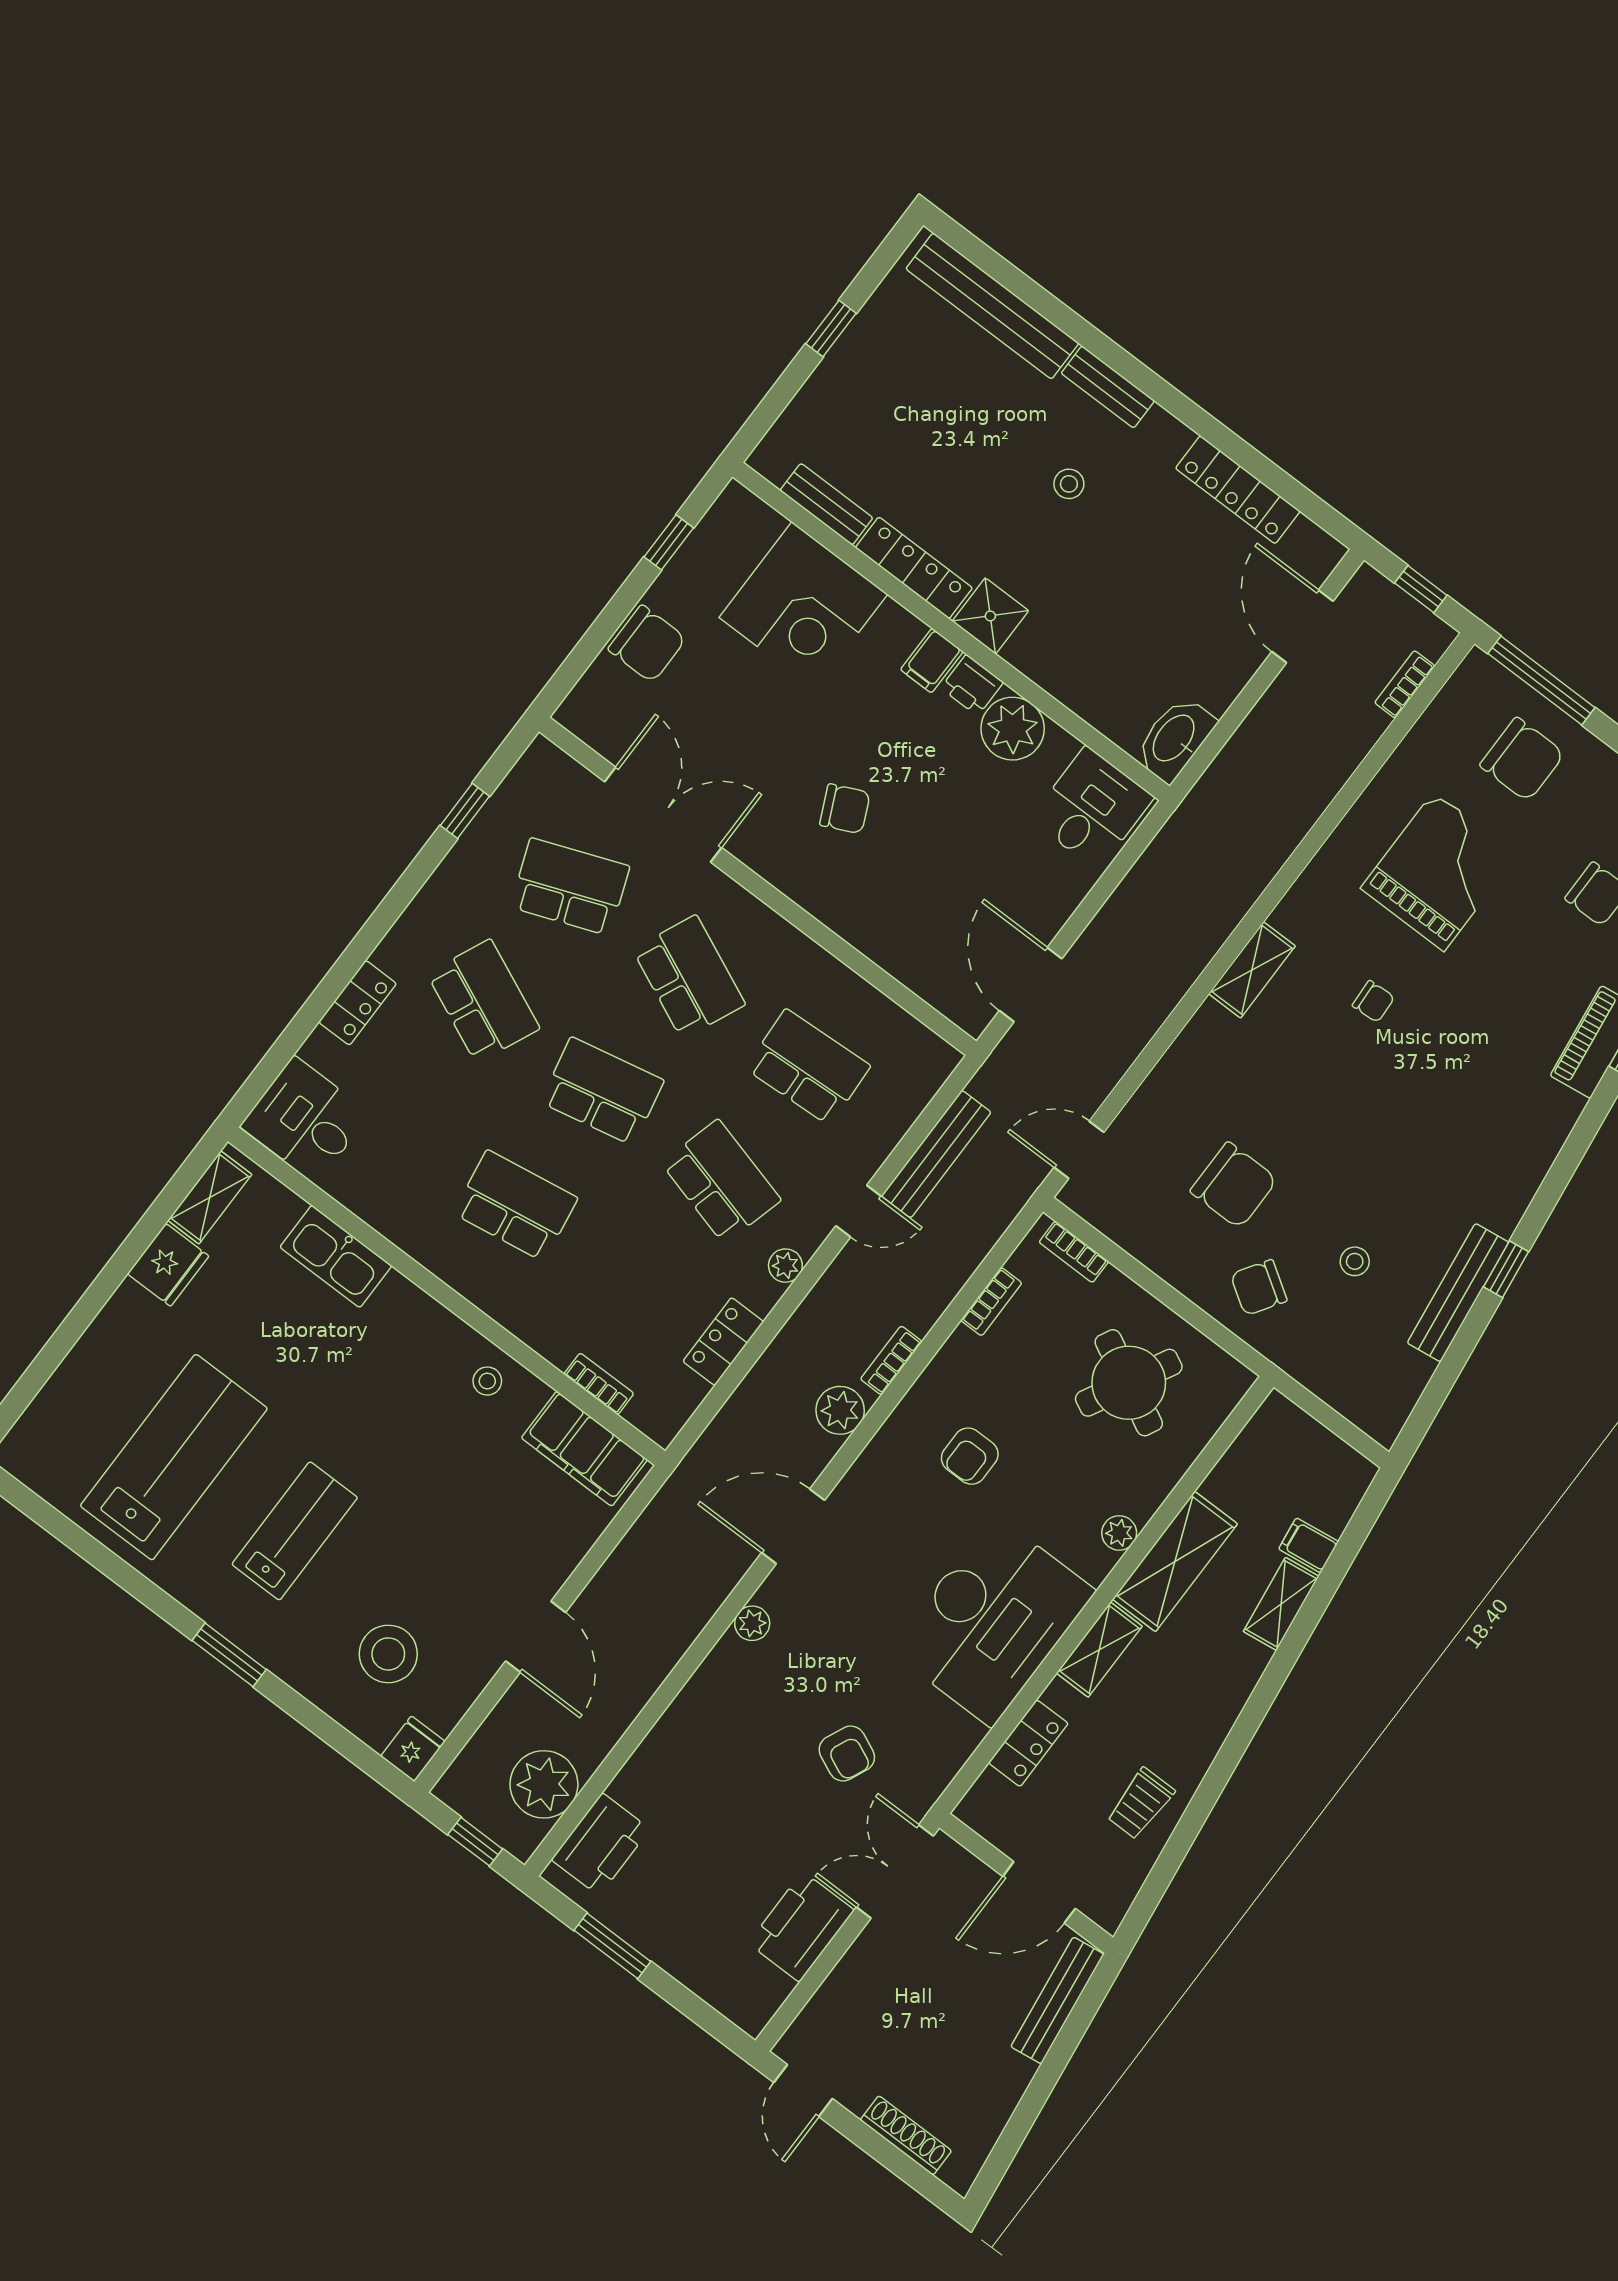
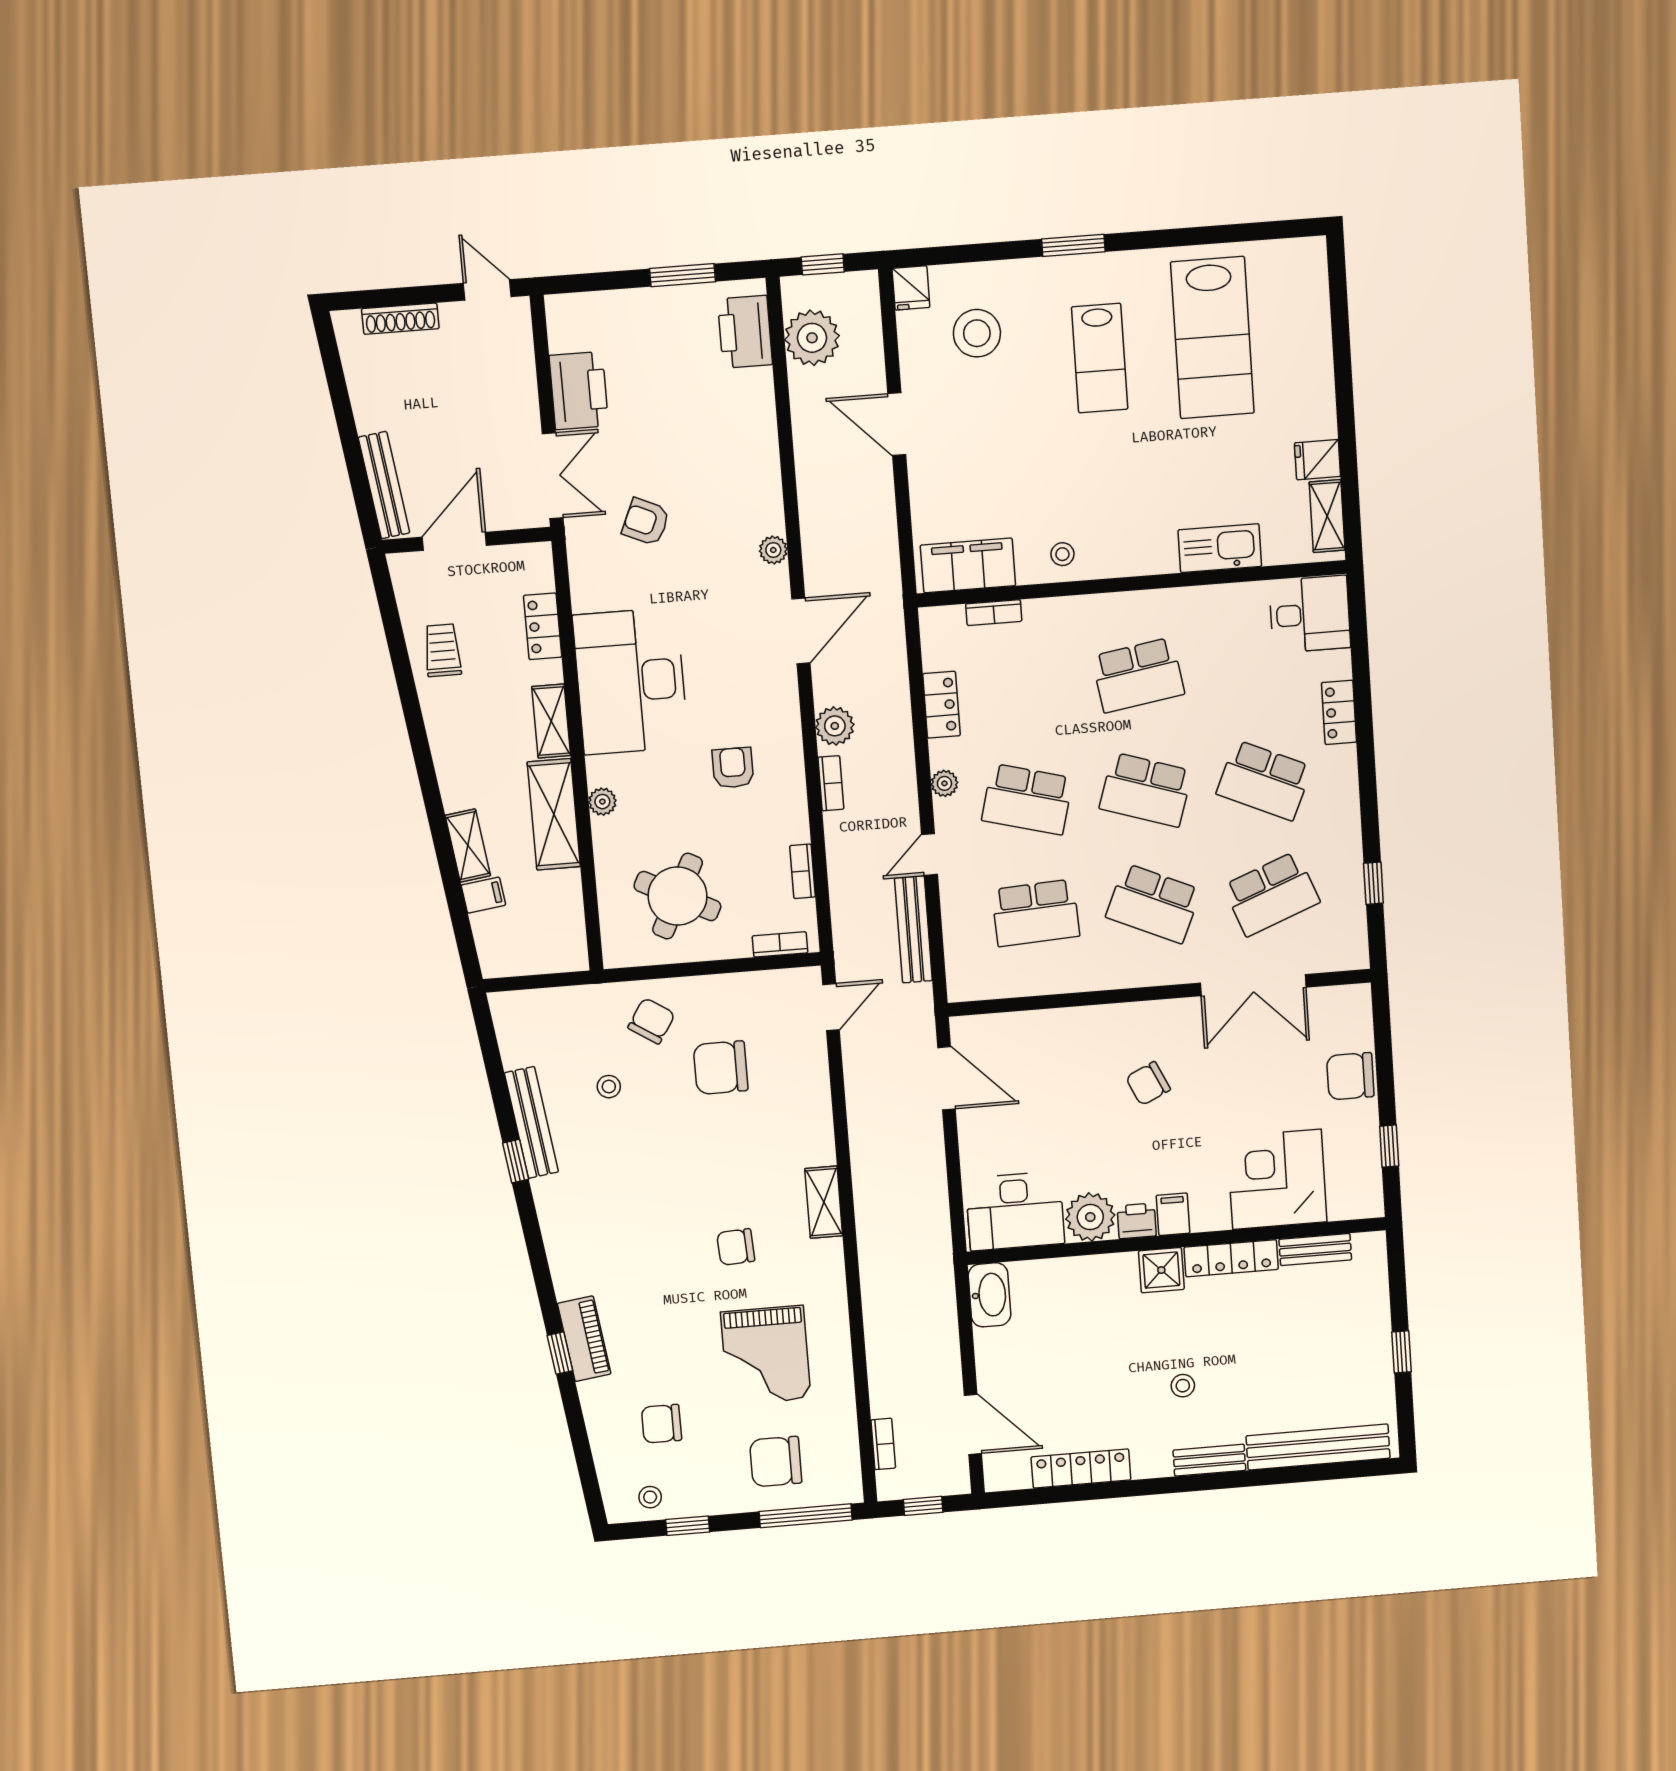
desk: (1092, 808) -> (1015, 1211), width x1.37
chair: (1373, 1001) -> (736, 1247), width x1.37, depth x1.37
school desk: (602, 1091) -> (1146, 790), turned 30
fridge: (168, 1265) -> (1317, 460), width x0.72

